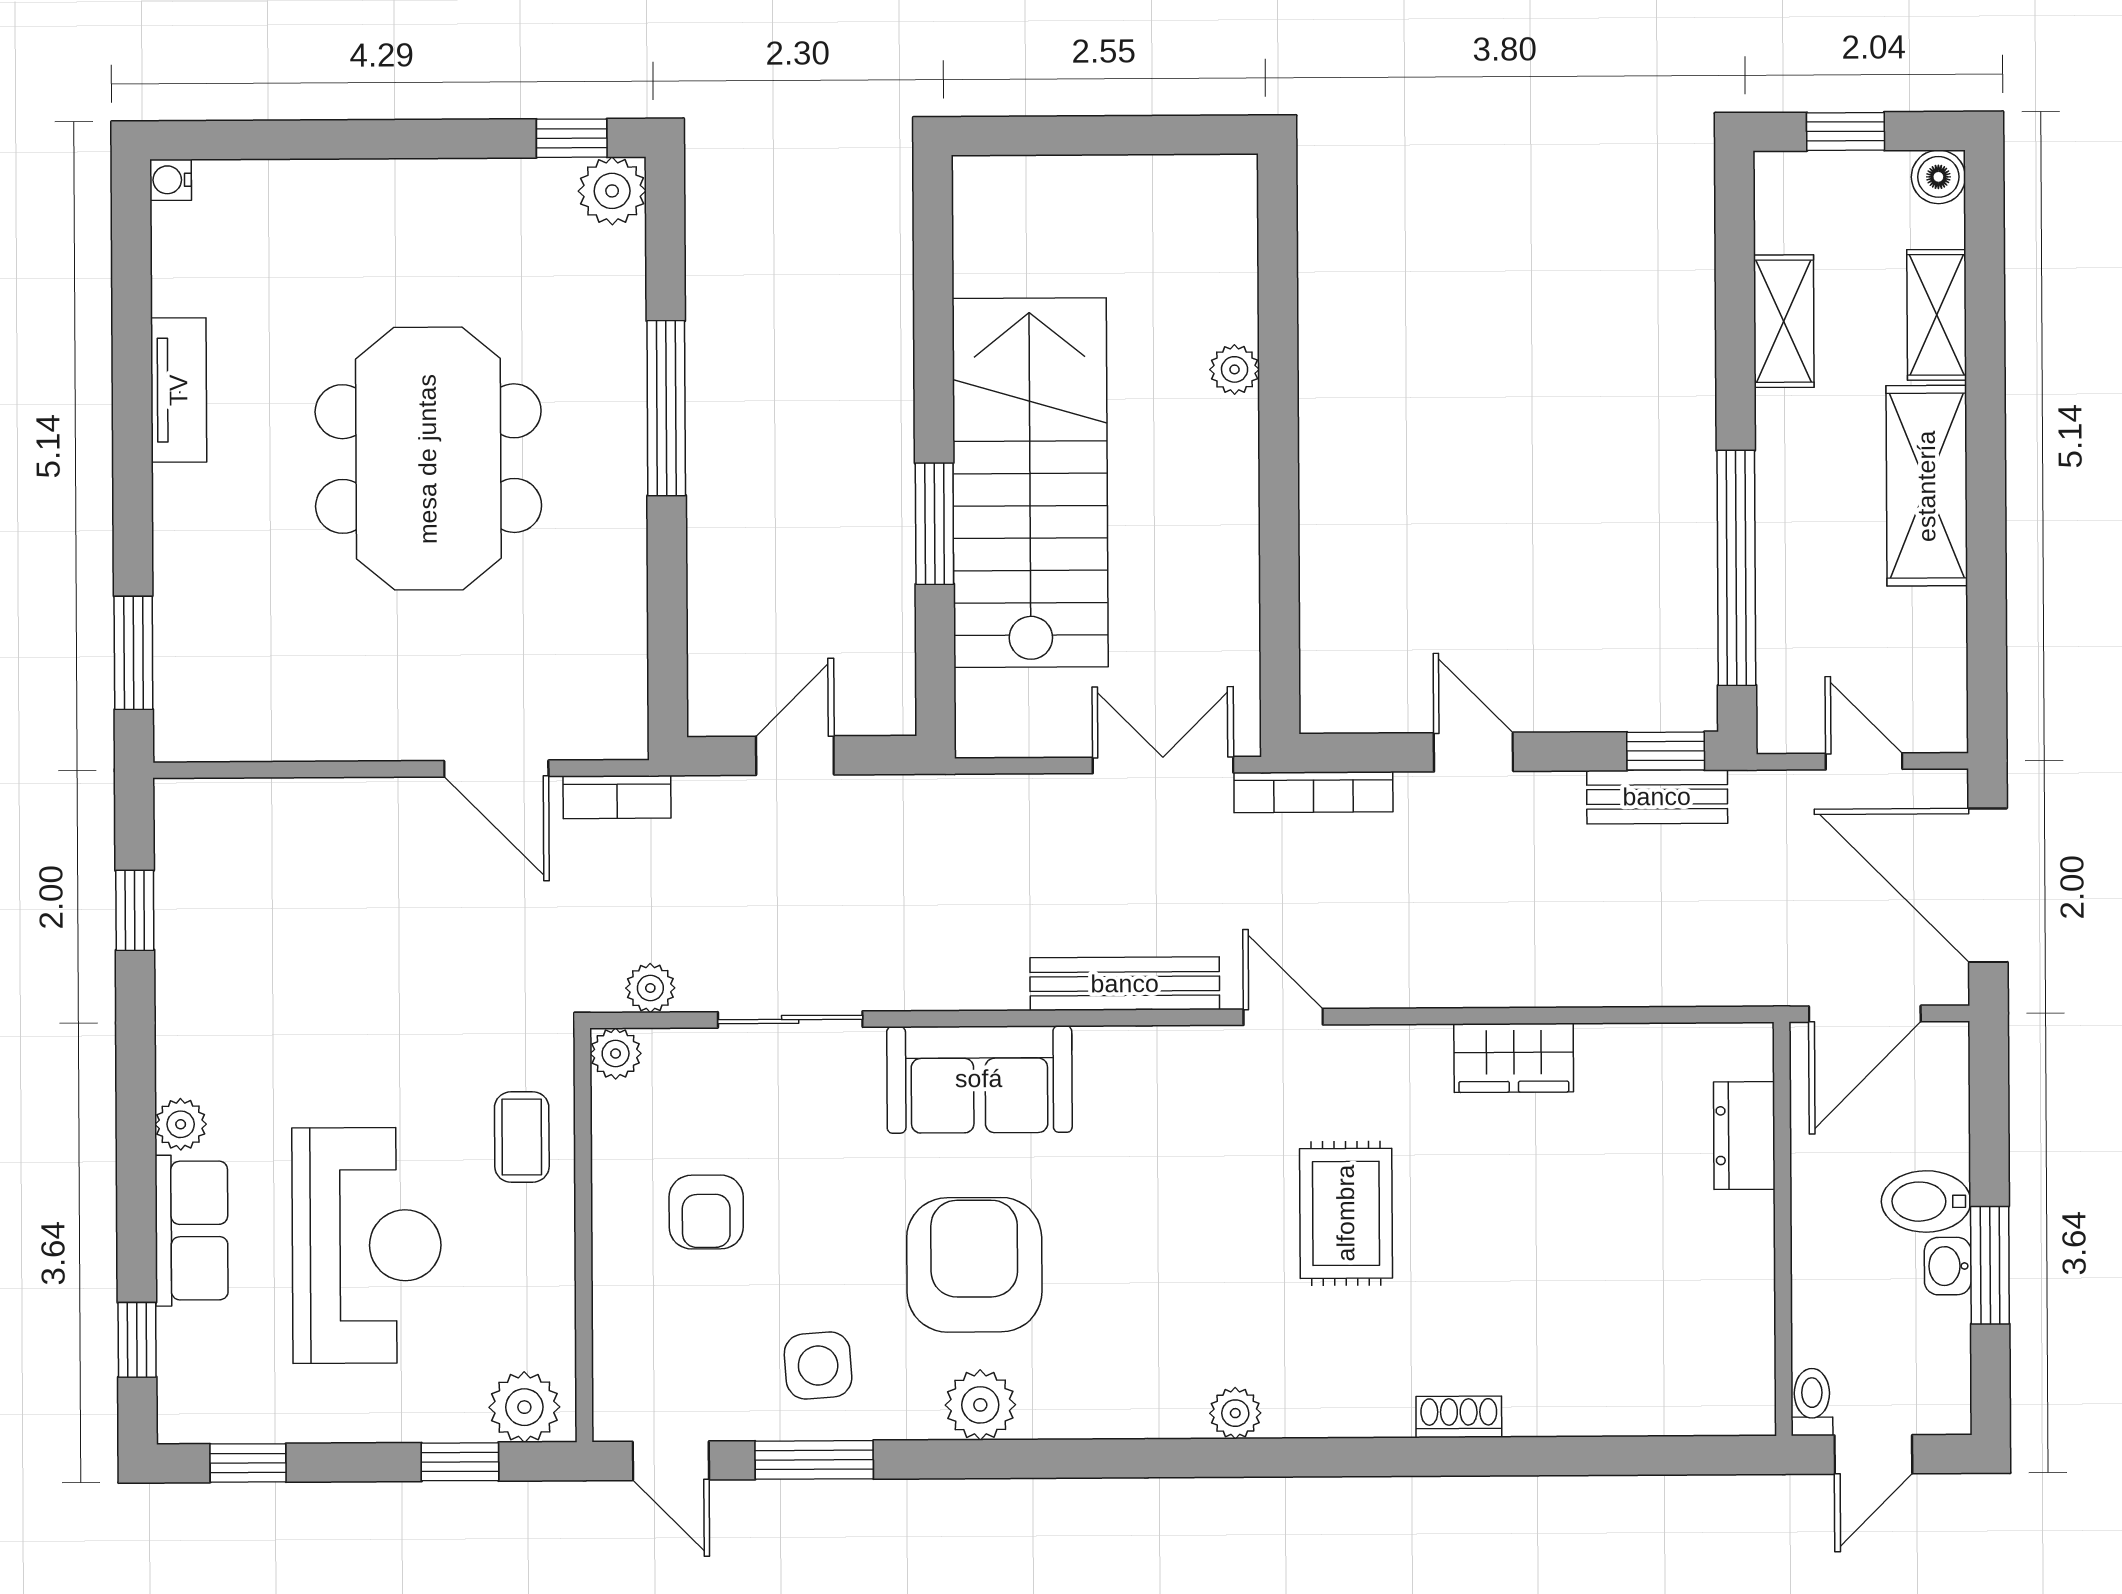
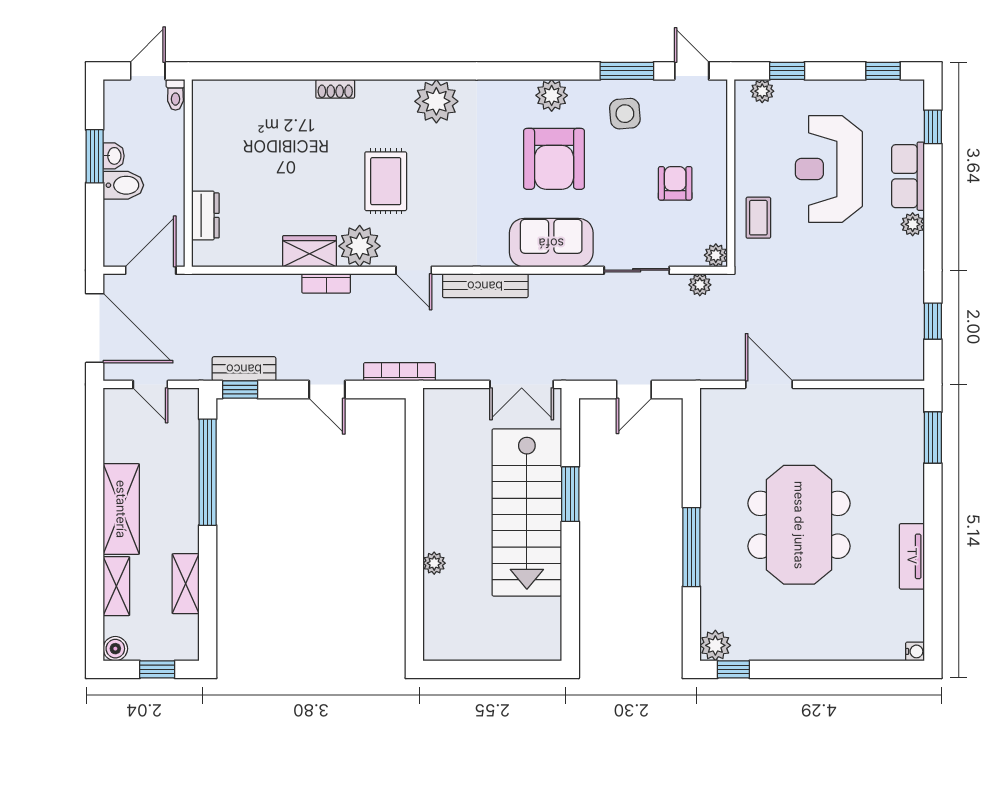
double door: (1163, 765) -> (522, 384), moved
bookcase: (617, 797) -> (326, 283), moved, turned 180
plant: (1403, 1070) -> (360, 246), added
plant: (524, 1407) -> (762, 91), width x0.73, depth x0.73
plant: (1235, 1413) -> (436, 101), width x1.87, depth x1.87

